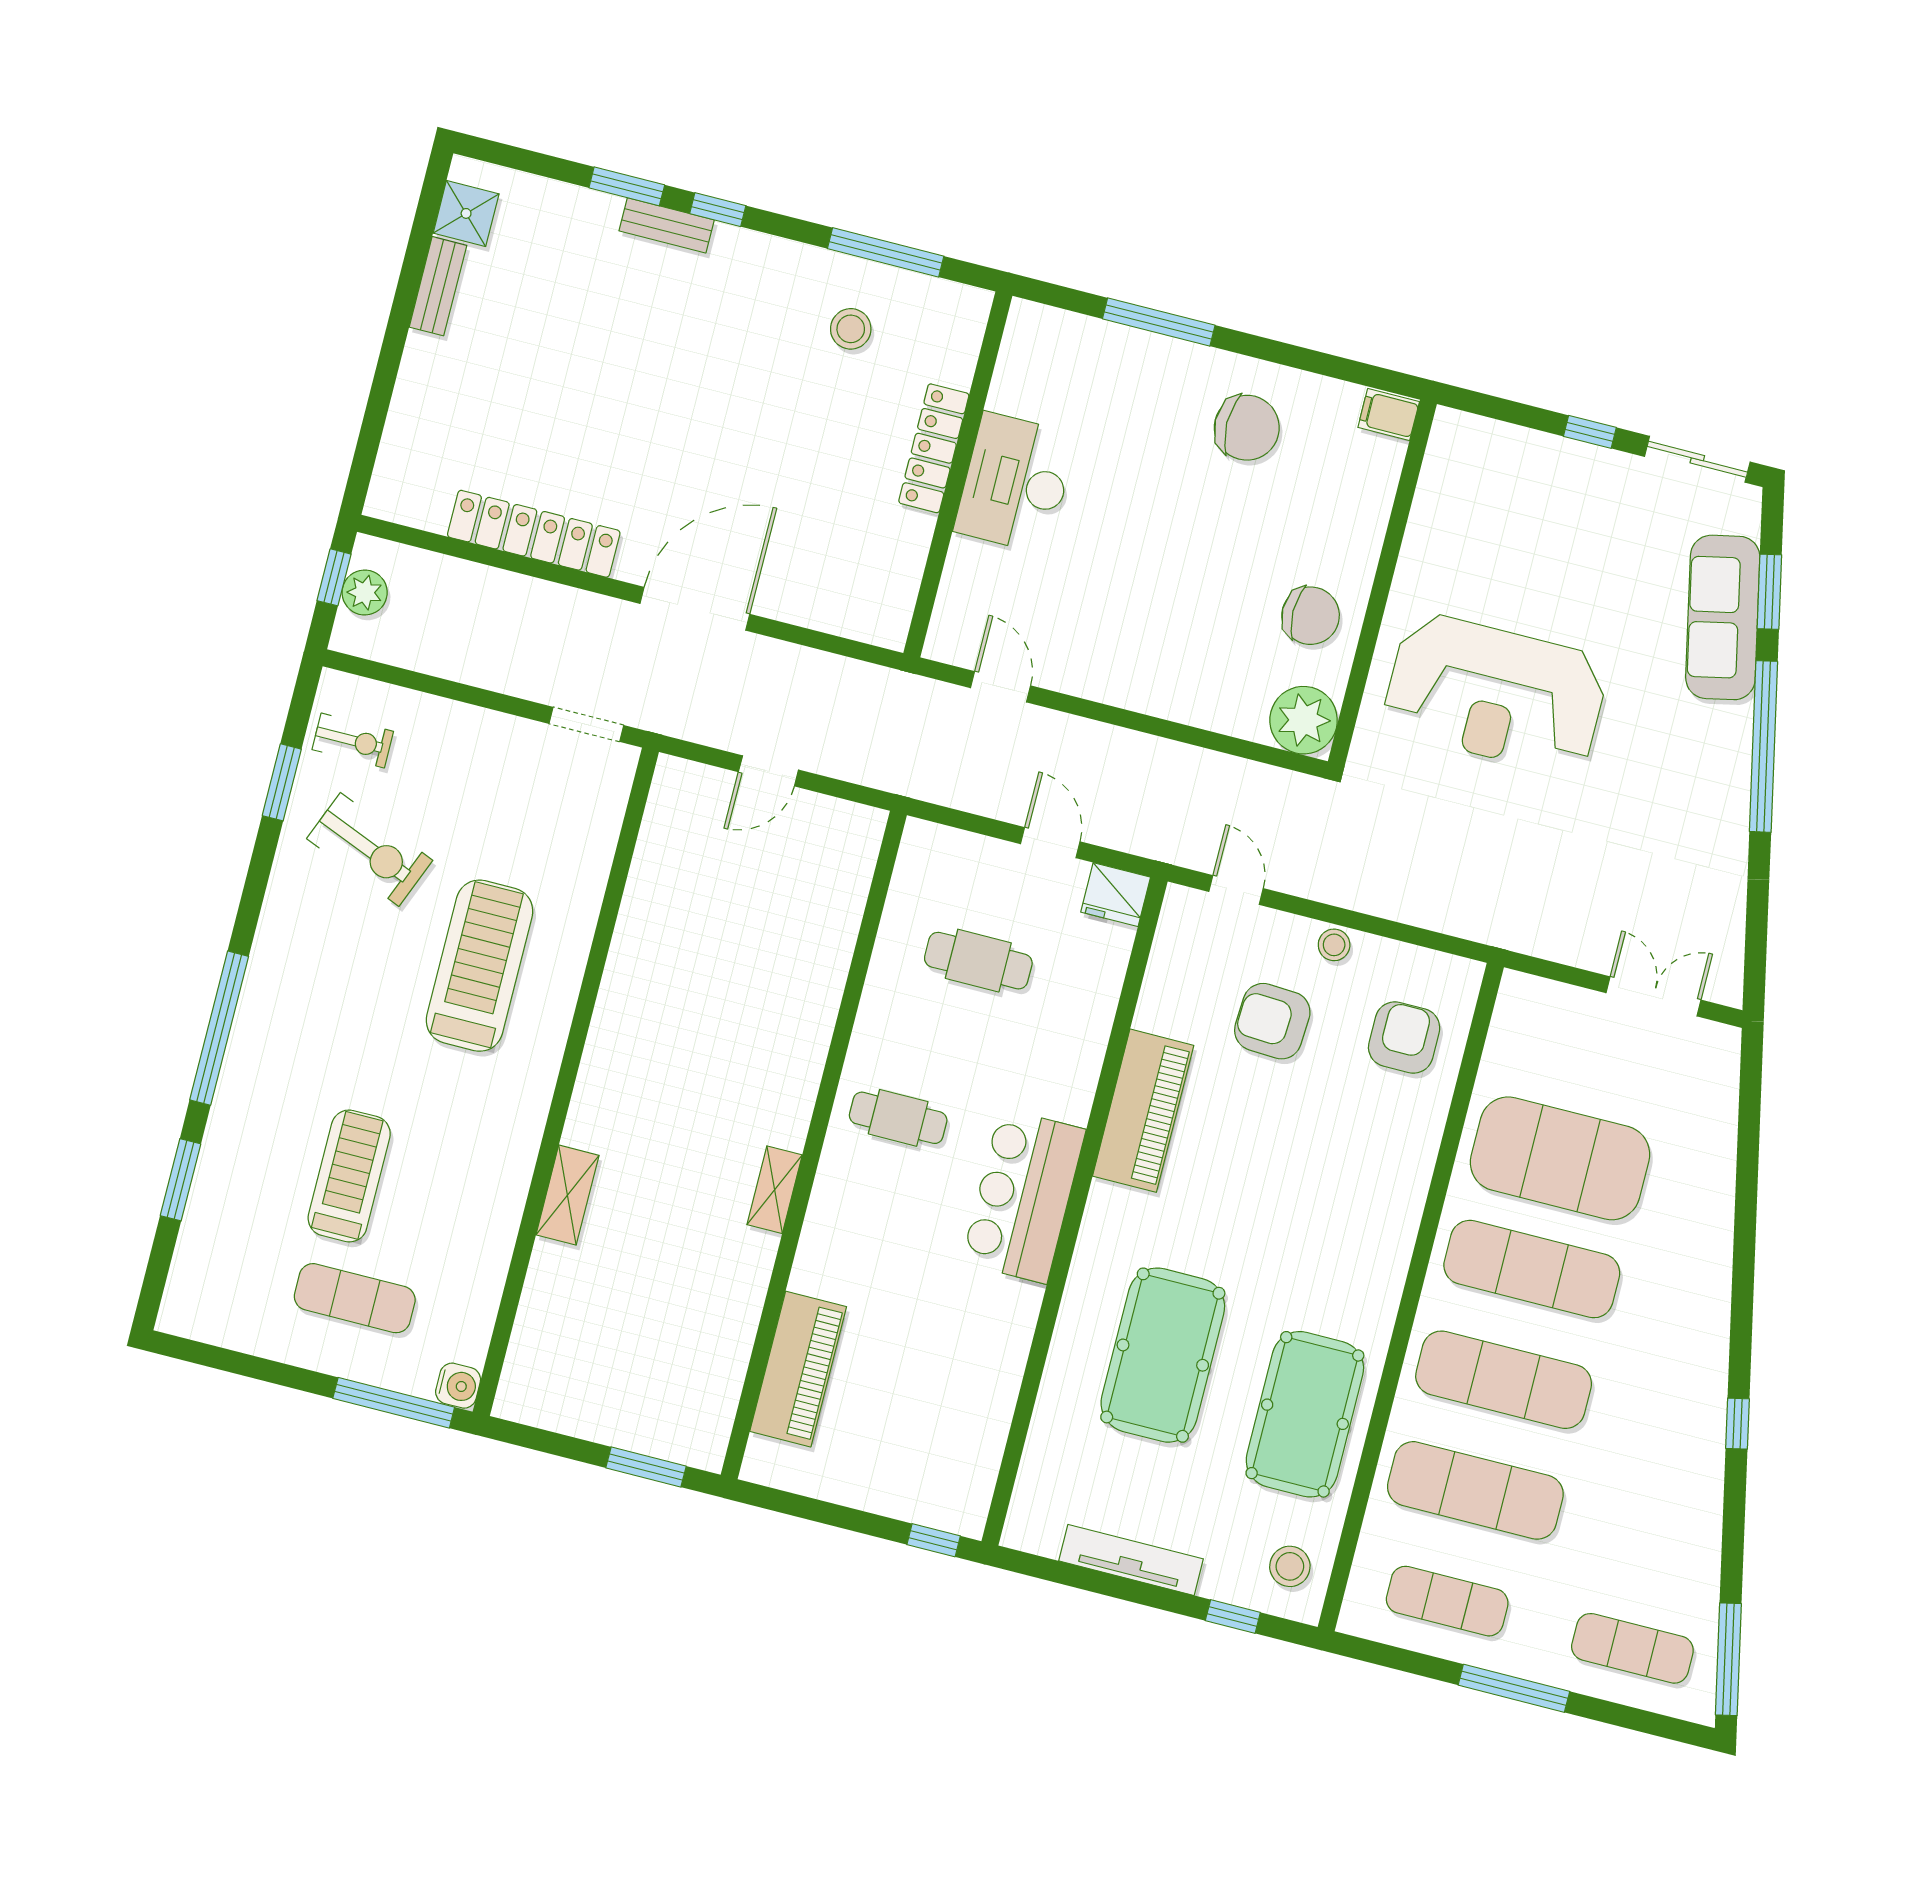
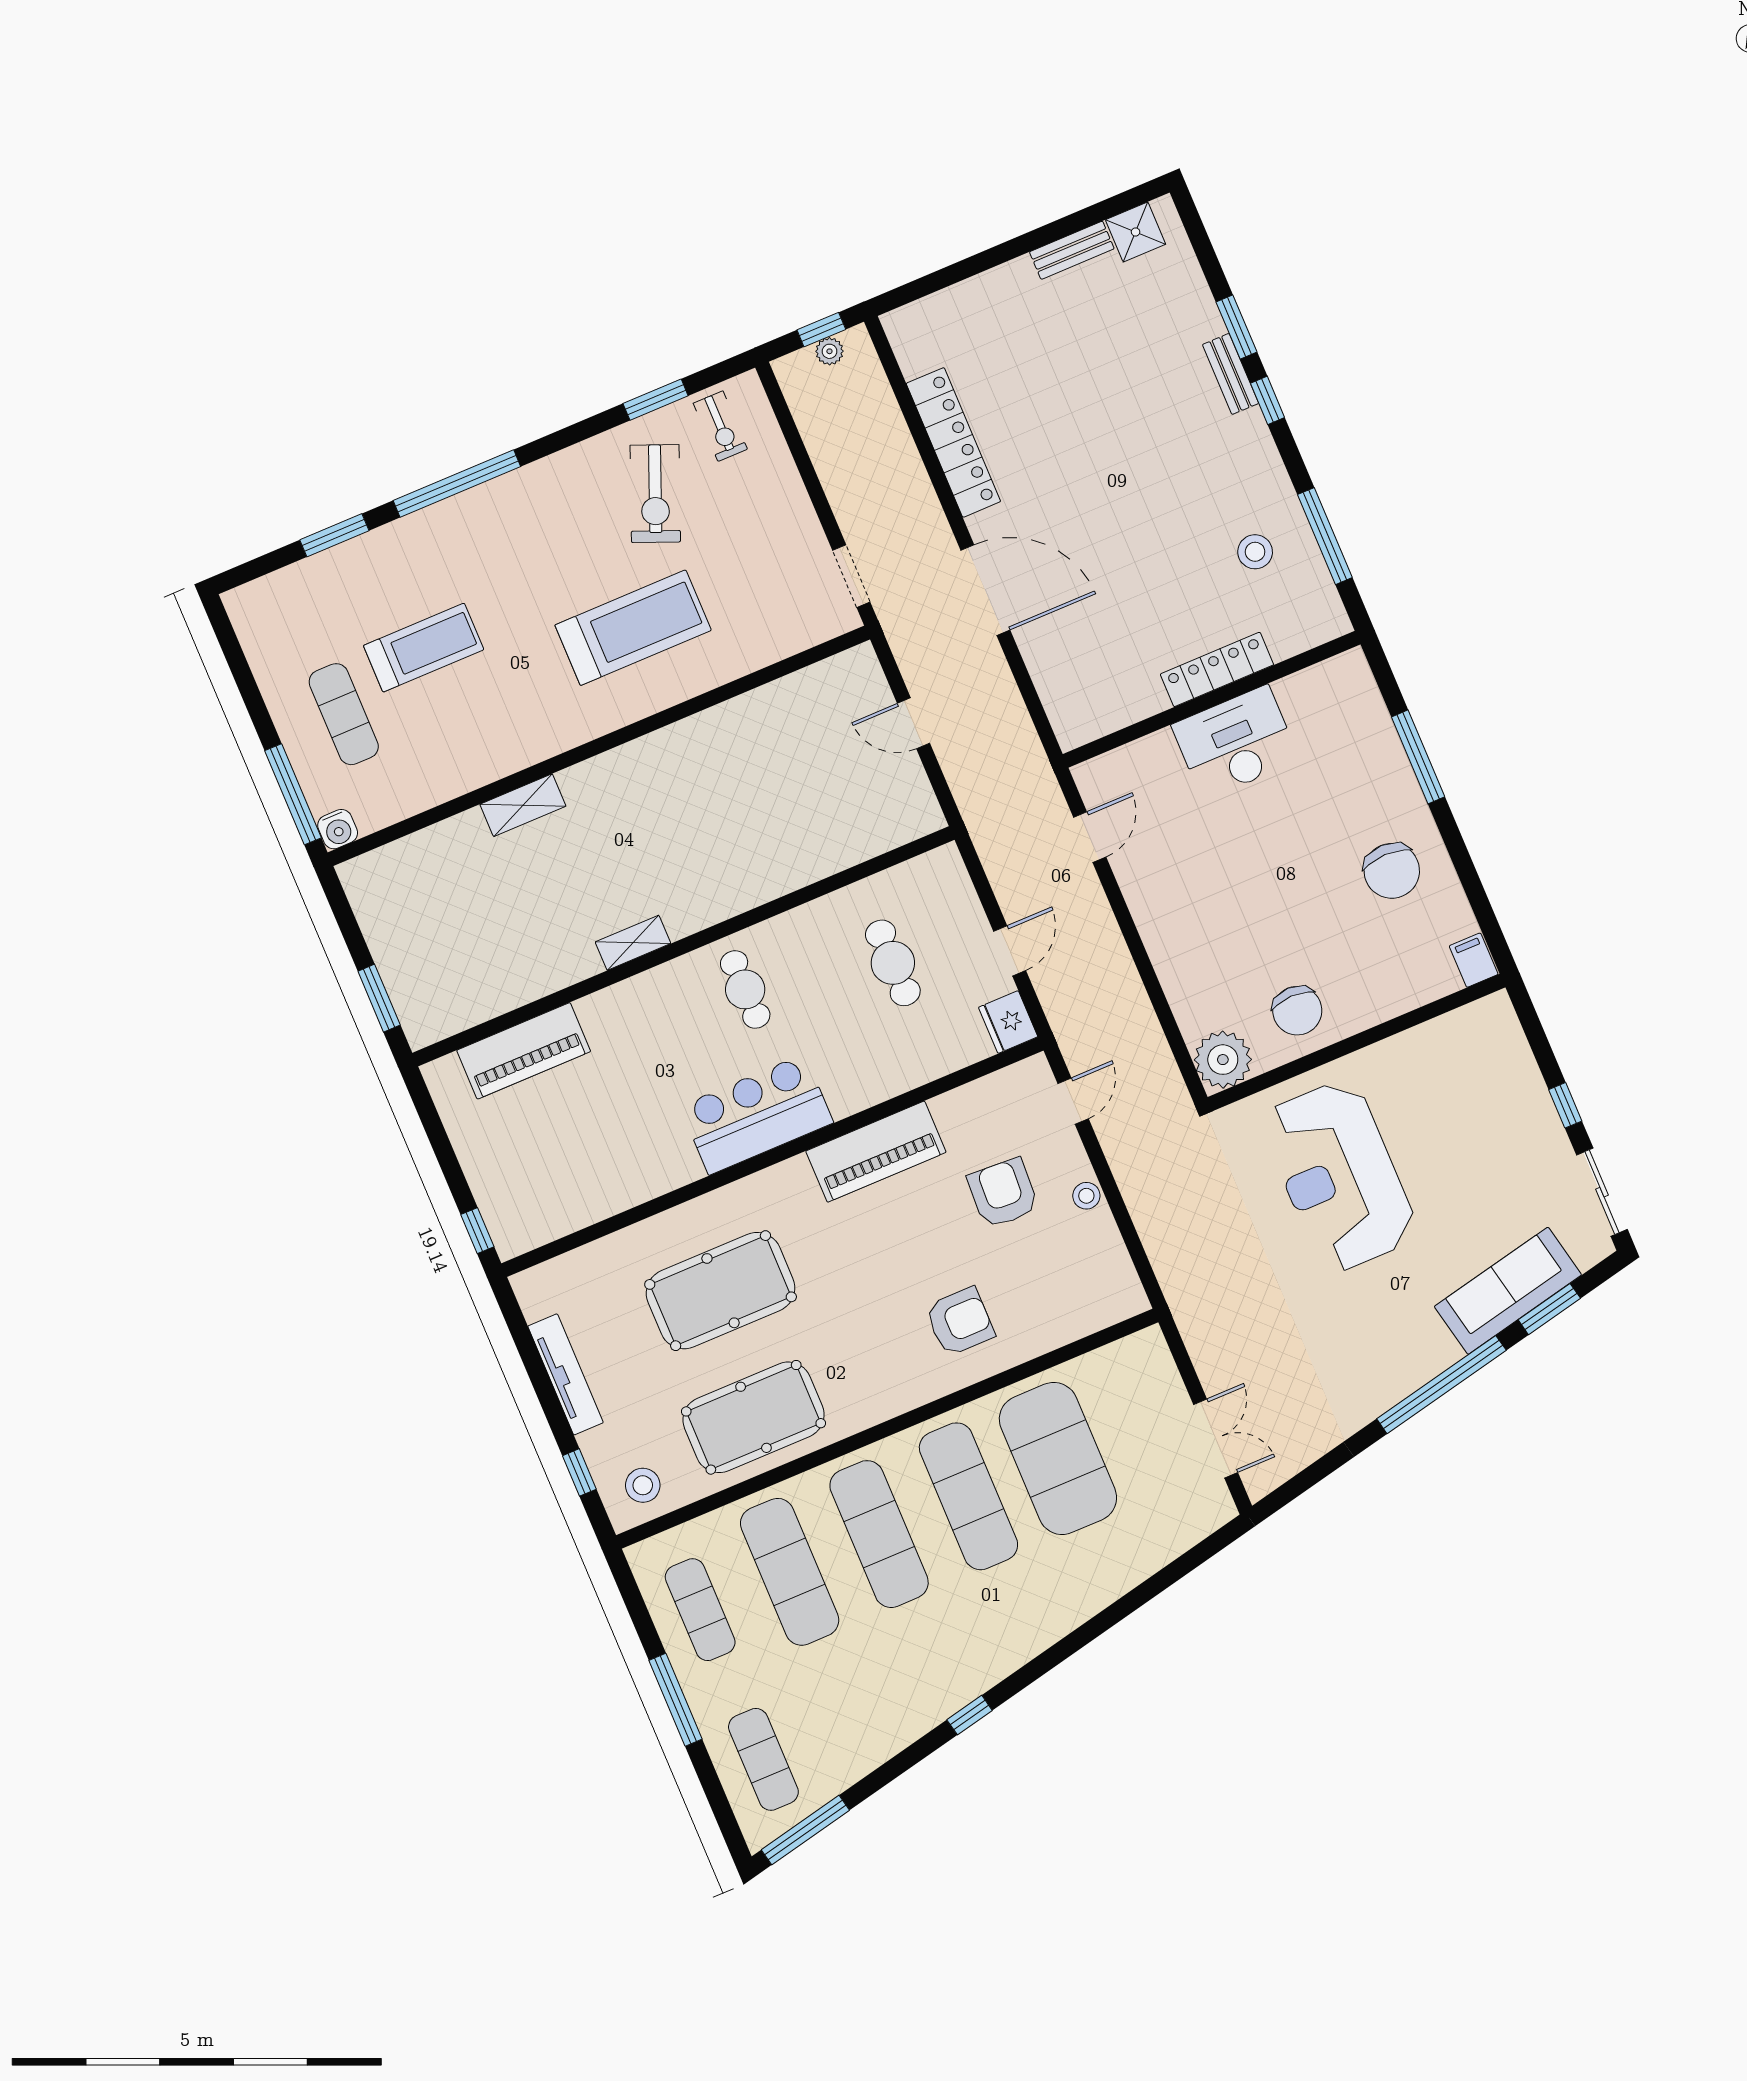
plant: (365, 592) -> (829, 351), width x0.73, depth x0.73
armchair: (1404, 1037) -> (960, 1322), moved

